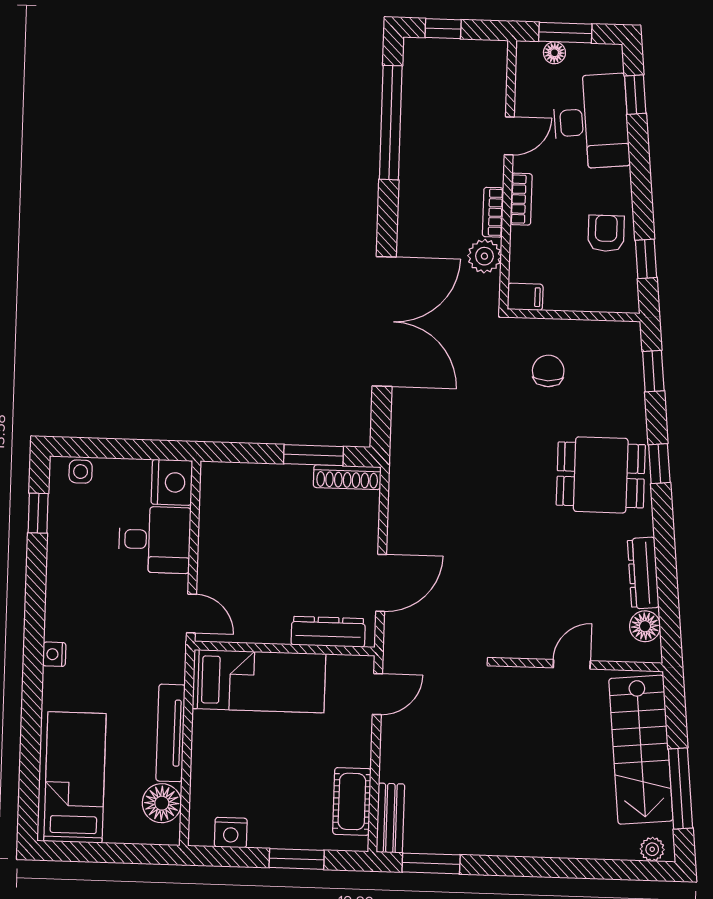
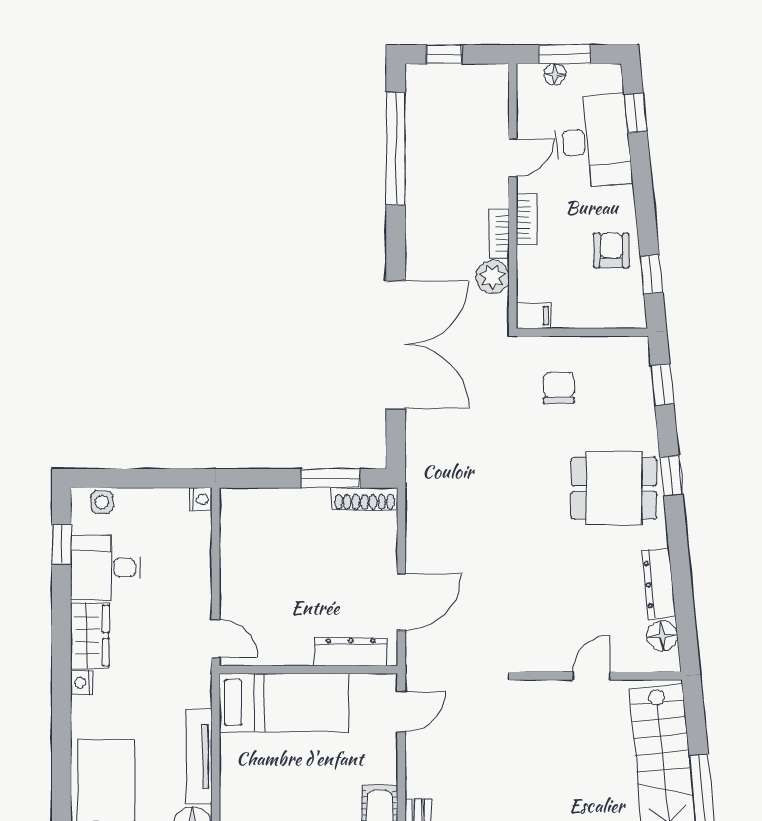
nightstand: (172, 482) -> (201, 499), width x0.53, depth x0.56
desk: (155, 540) -> (106, 568), moved, turned 180
wardrobe: (64, 606) -> (90, 635), added

